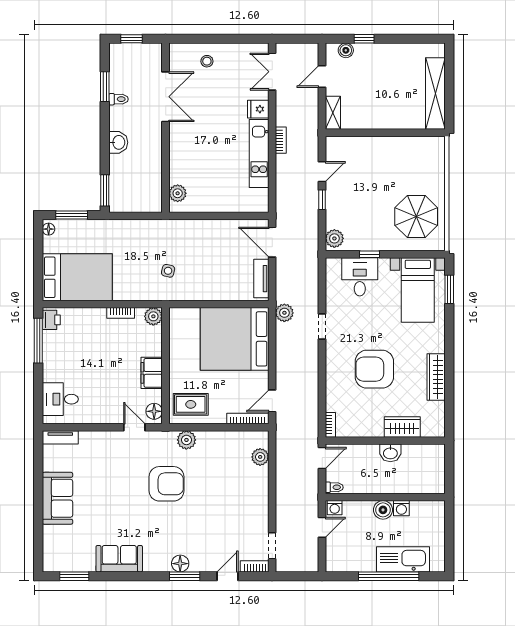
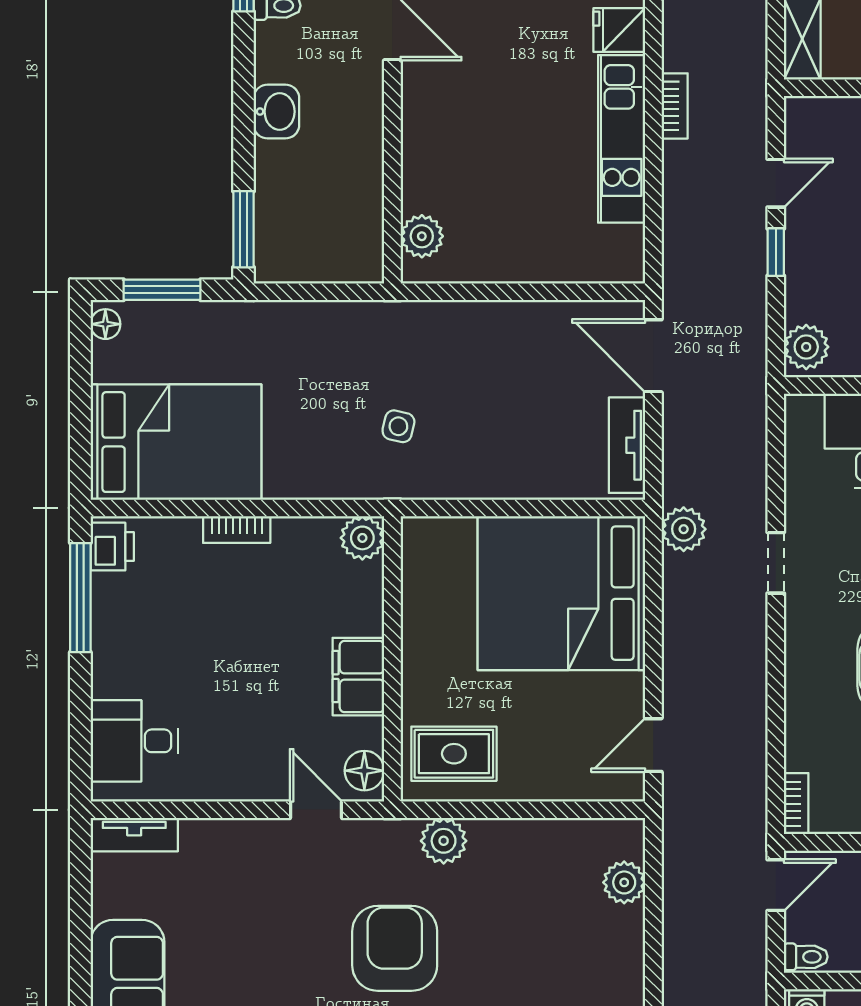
bookcase: (121, 313) -> (237, 530), moved
bookcase: (248, 419) -> (594, 788), removed
armchair: (167, 484) -> (395, 948), turned -90

